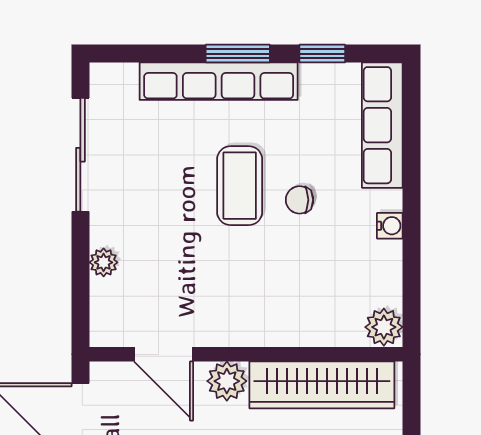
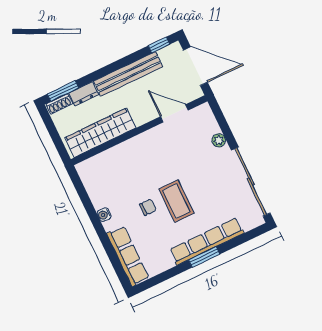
window: (322, 54) -> (168, 274), removed
sliding door: (80, 155) -> (251, 182), width x1.36
plant: (384, 327) -> (86, 170), removed
plant: (227, 381) -> (142, 115), removed

